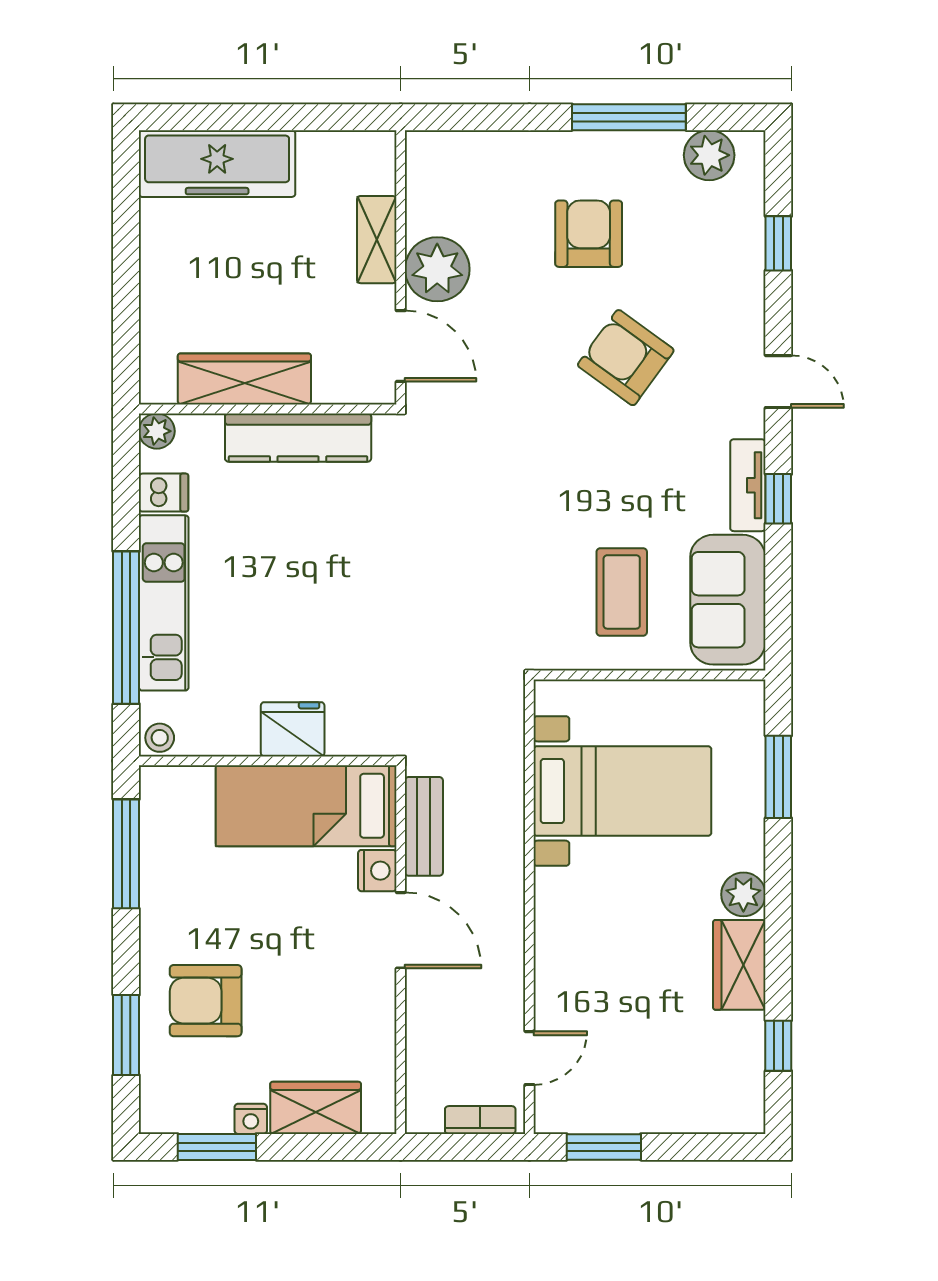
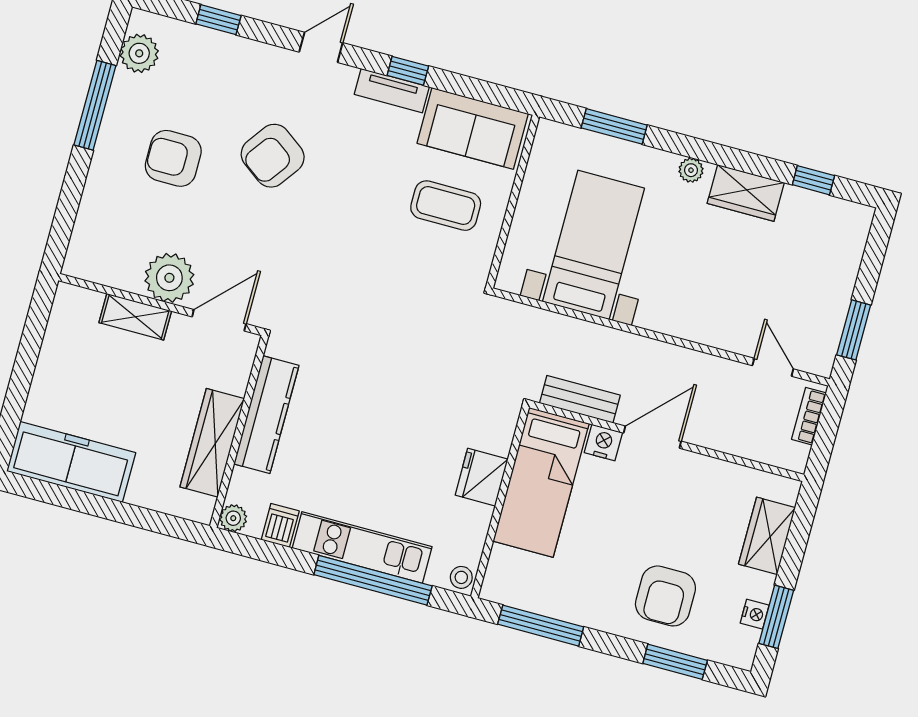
freezer: (217, 164) -> (71, 462), moved, turned -90
plant: (743, 894) -> (691, 170), width x0.73, depth x0.73
nightstand: (251, 1119) -> (755, 614), moved

